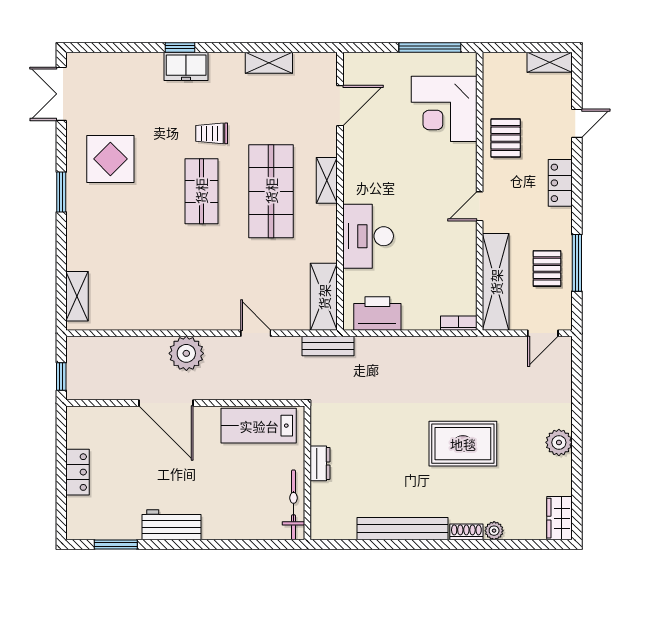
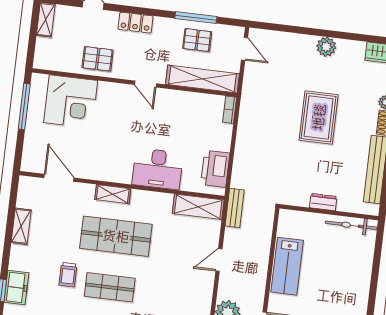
dresser: (320, 463) -> (323, 202), moved
wall: (307, 473) -> (329, 212), moved
bicycle: (294, 505) -> (351, 225), moved

